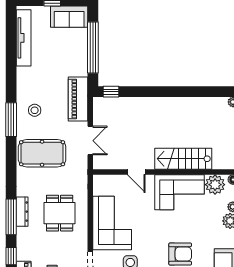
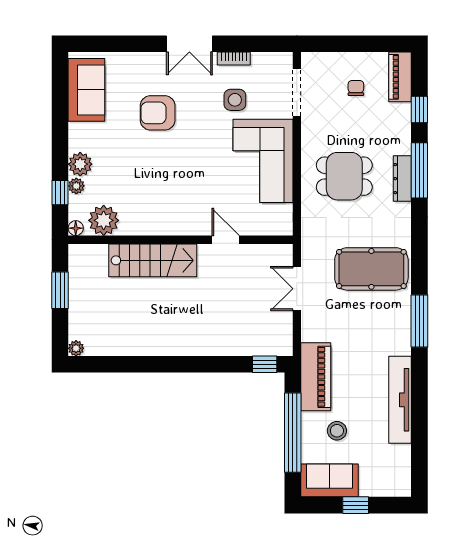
tv unit: (24, 38) -> (400, 400), moved
piano: (78, 99) -> (316, 377), moved
stool: (35, 110) -> (337, 431), moved
corner sofa: (180, 192) -> (159, 208), removed
dining table: (60, 213) -> (344, 176), turned 90

